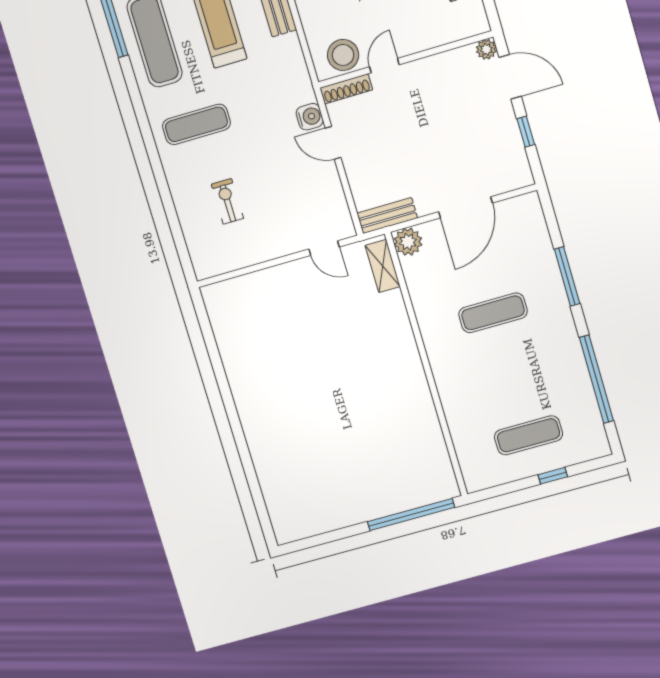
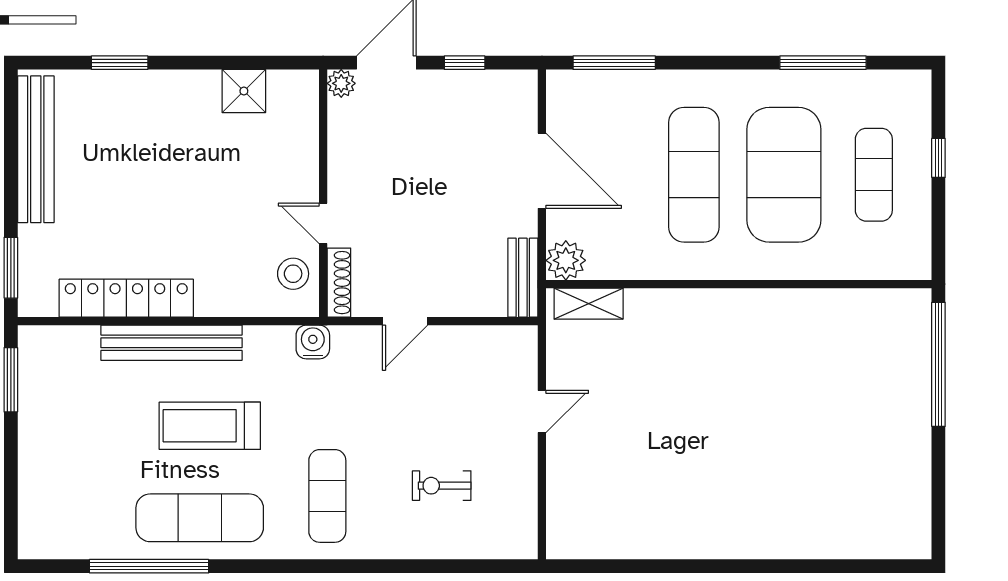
stool: (343, 55) -> (293, 274), width x0.73, depth x0.73
water cooler: (310, 117) -> (313, 342), moved
door: (324, 248) -> (542, 411), moved
window: (567, 276) -> (614, 63), moved
exercise mat: (493, 313) -> (694, 175), width x1.36, depth x1.45
exercise mat: (511, 374) -> (784, 175), added
window: (596, 379) -> (823, 63), width x0.68

